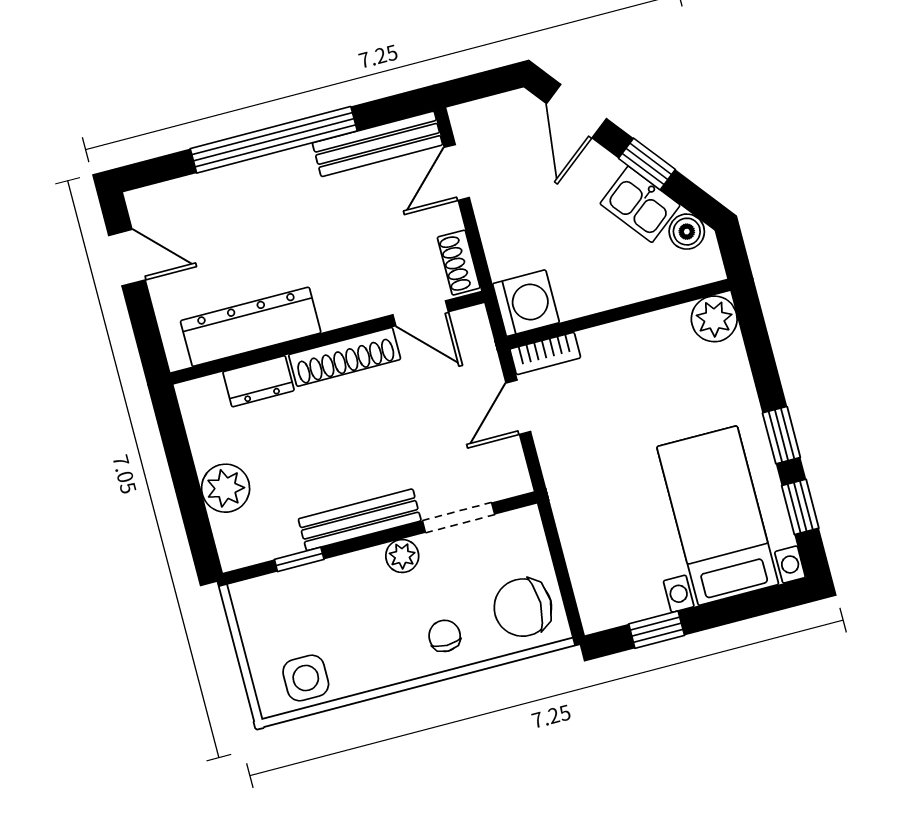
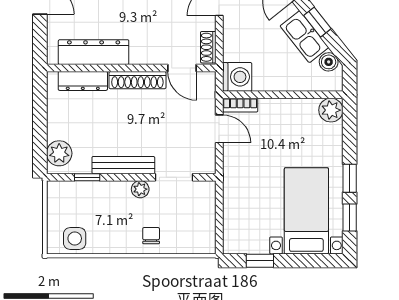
kitchen sink: (640, 204) -> (304, 37), width x1.38
dresser: (258, 381) -> (83, 81), width x1.44
door: (518, 407) -> (219, 129), swing flipped
plant: (226, 488) -> (59, 153), moved
chair: (523, 608) -> (195, 232), removed

